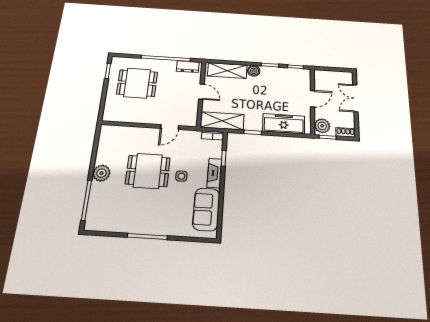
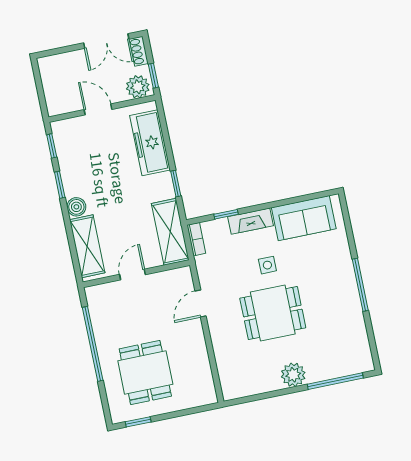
dresser: (188, 67) -> (97, 307), removed
double door: (355, 98) -> (106, 41), moved
door: (170, 127) -> (201, 303), swing flipped
dining table: (148, 171) -> (273, 313), turned 90

